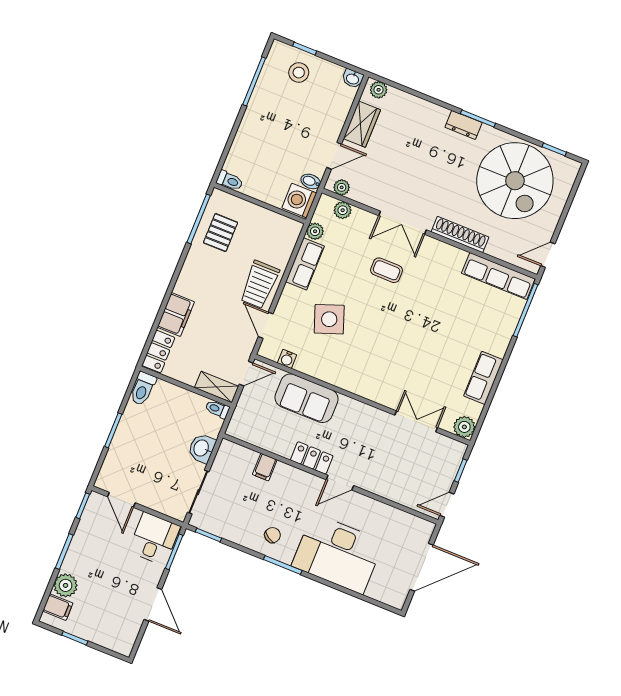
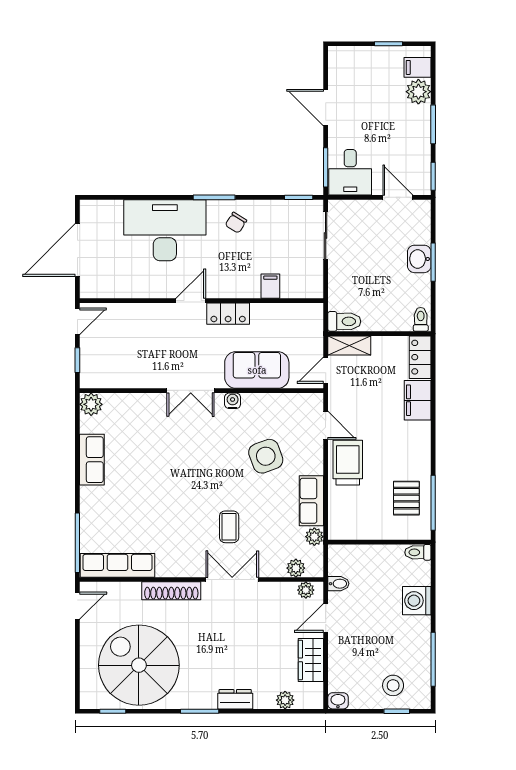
plant: (379, 90) -> (285, 700), moved
dresser: (463, 125) -> (235, 699), moved
washing machine: (299, 201) -> (417, 601), moved, turned 180
coffee table: (387, 270) -> (229, 527), turned 90
water cooler: (287, 359) -> (233, 401), moved
toilet: (143, 389) -> (421, 319), width x0.73, depth x0.72
toilet: (217, 409) -> (344, 321), width x1.37, depth x1.39
double door: (416, 421) -> (191, 391), moved
washbasin: (202, 448) -> (419, 259), moved, turned 180

